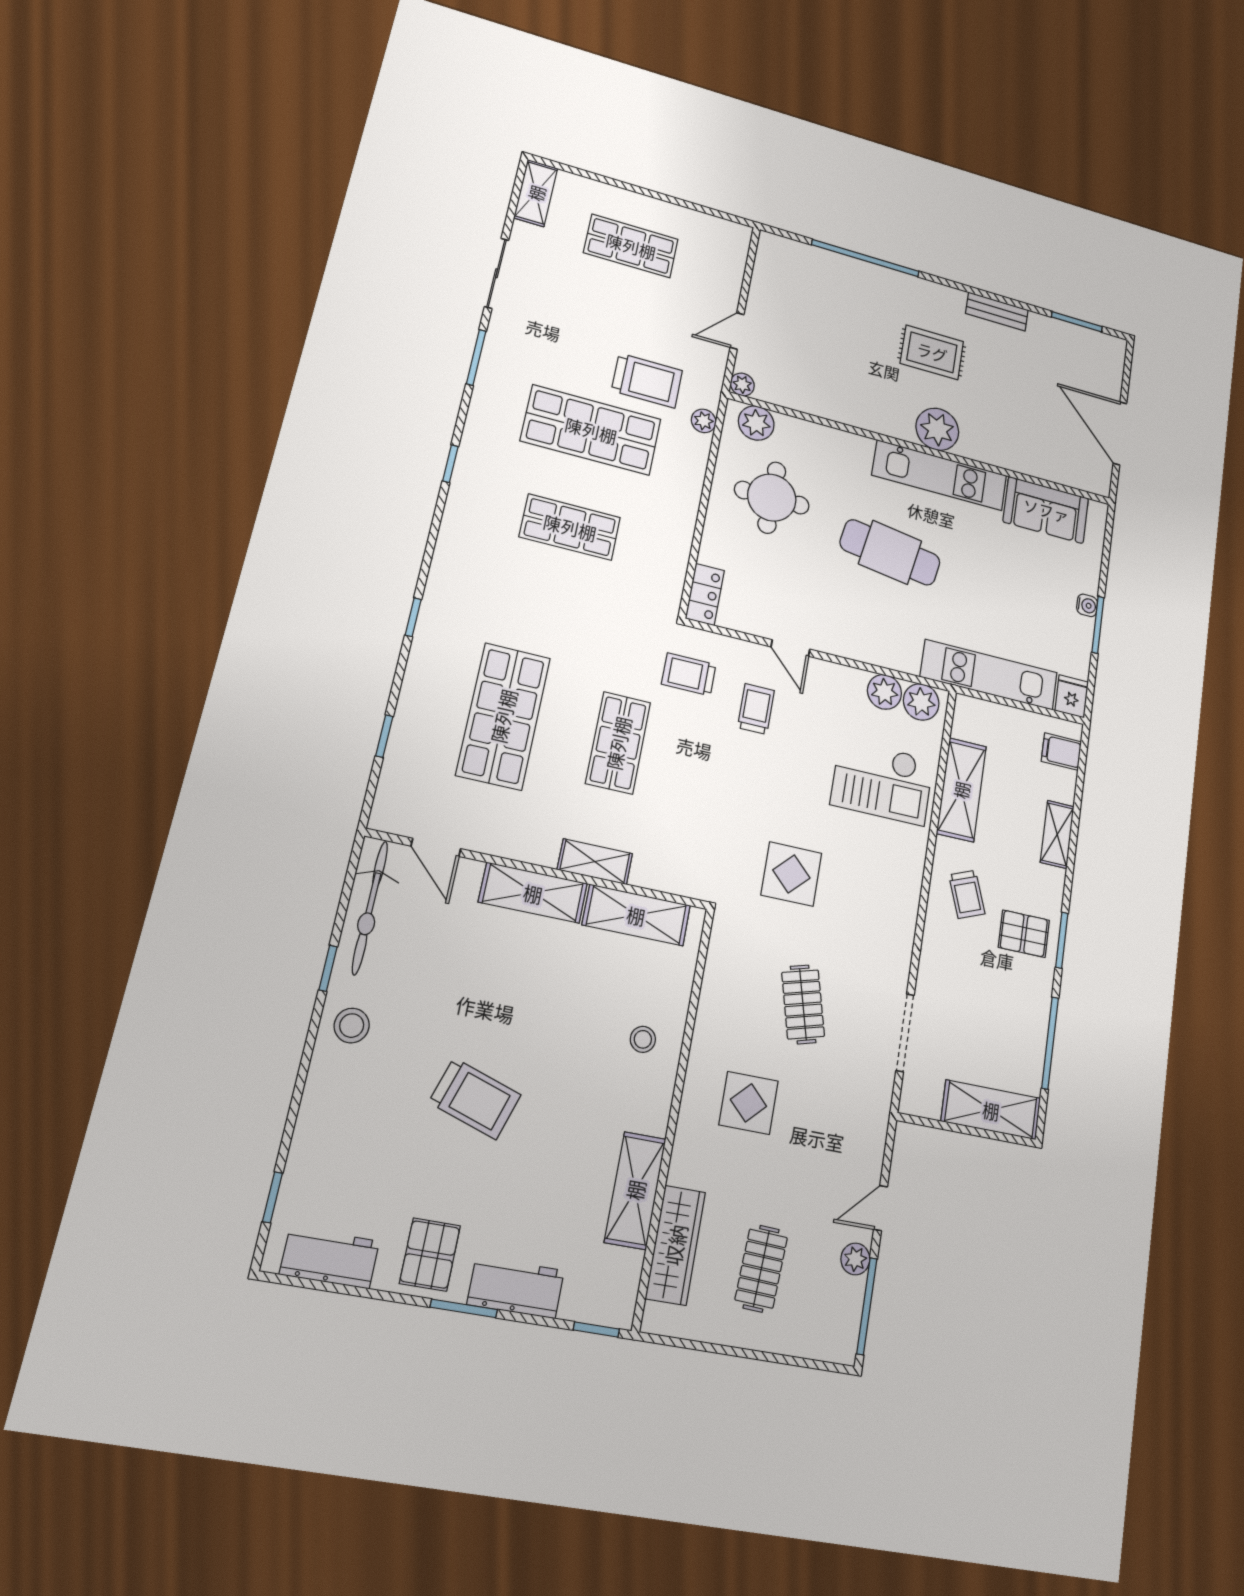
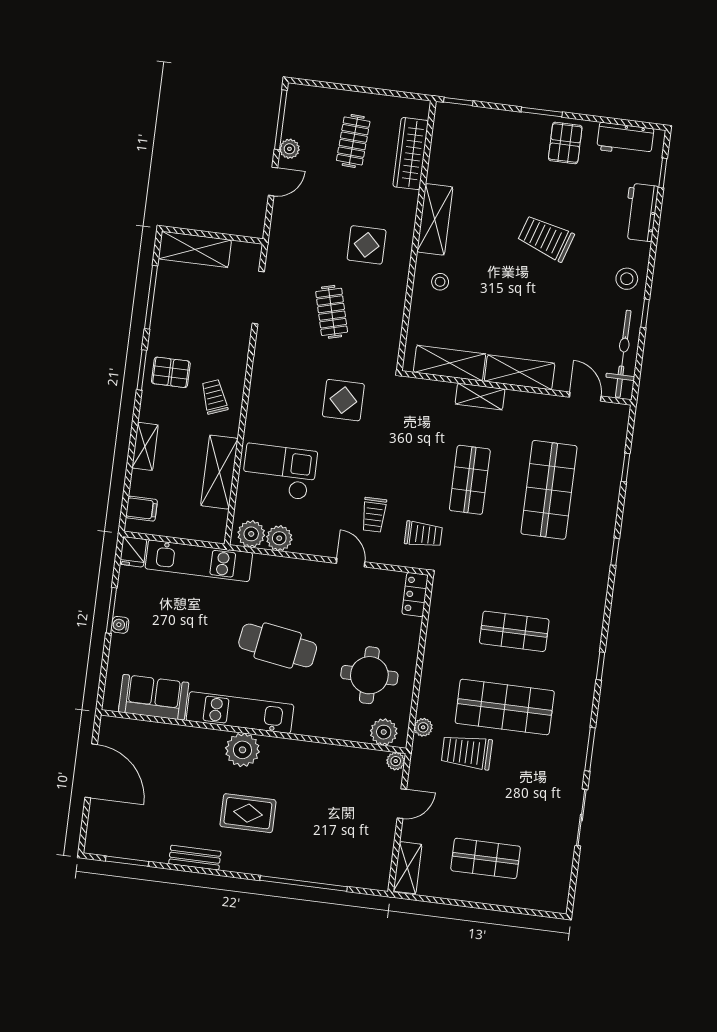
shelving: (536, 193) -> (408, 868), moved
shelving: (635, 1190) -> (435, 219), moved
workbench: (516, 1287) -> (641, 212), moved, turned 90

